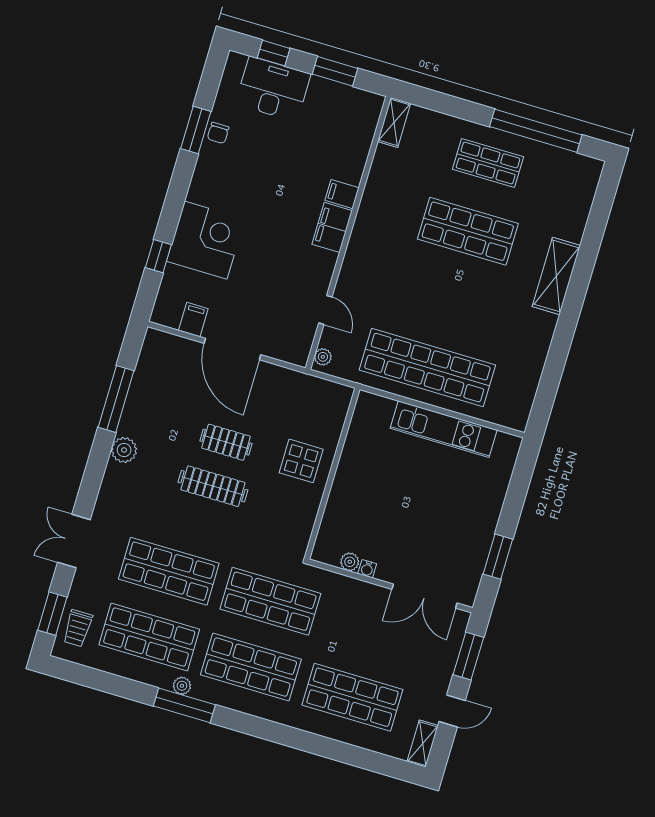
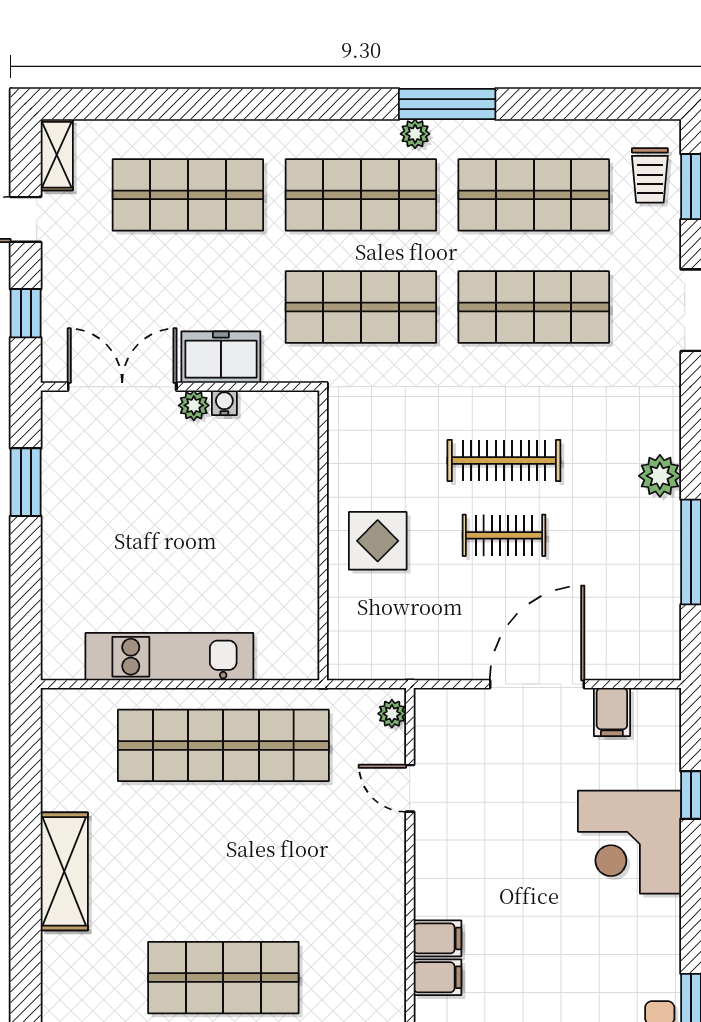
filing cabinet: (332, 227) -> (437, 938), width x0.50
shelving: (556, 276) -> (64, 871), moved
door: (232, 349) -> (537, 684), hinge flipped
plant: (350, 562) -> (194, 405), moved
freezer: (361, 596) -> (221, 357), added
trolley: (78, 628) -> (650, 175), turned 180
window: (468, 656) -> (26, 313), width x0.67
plant: (182, 686) -> (415, 134), moved

